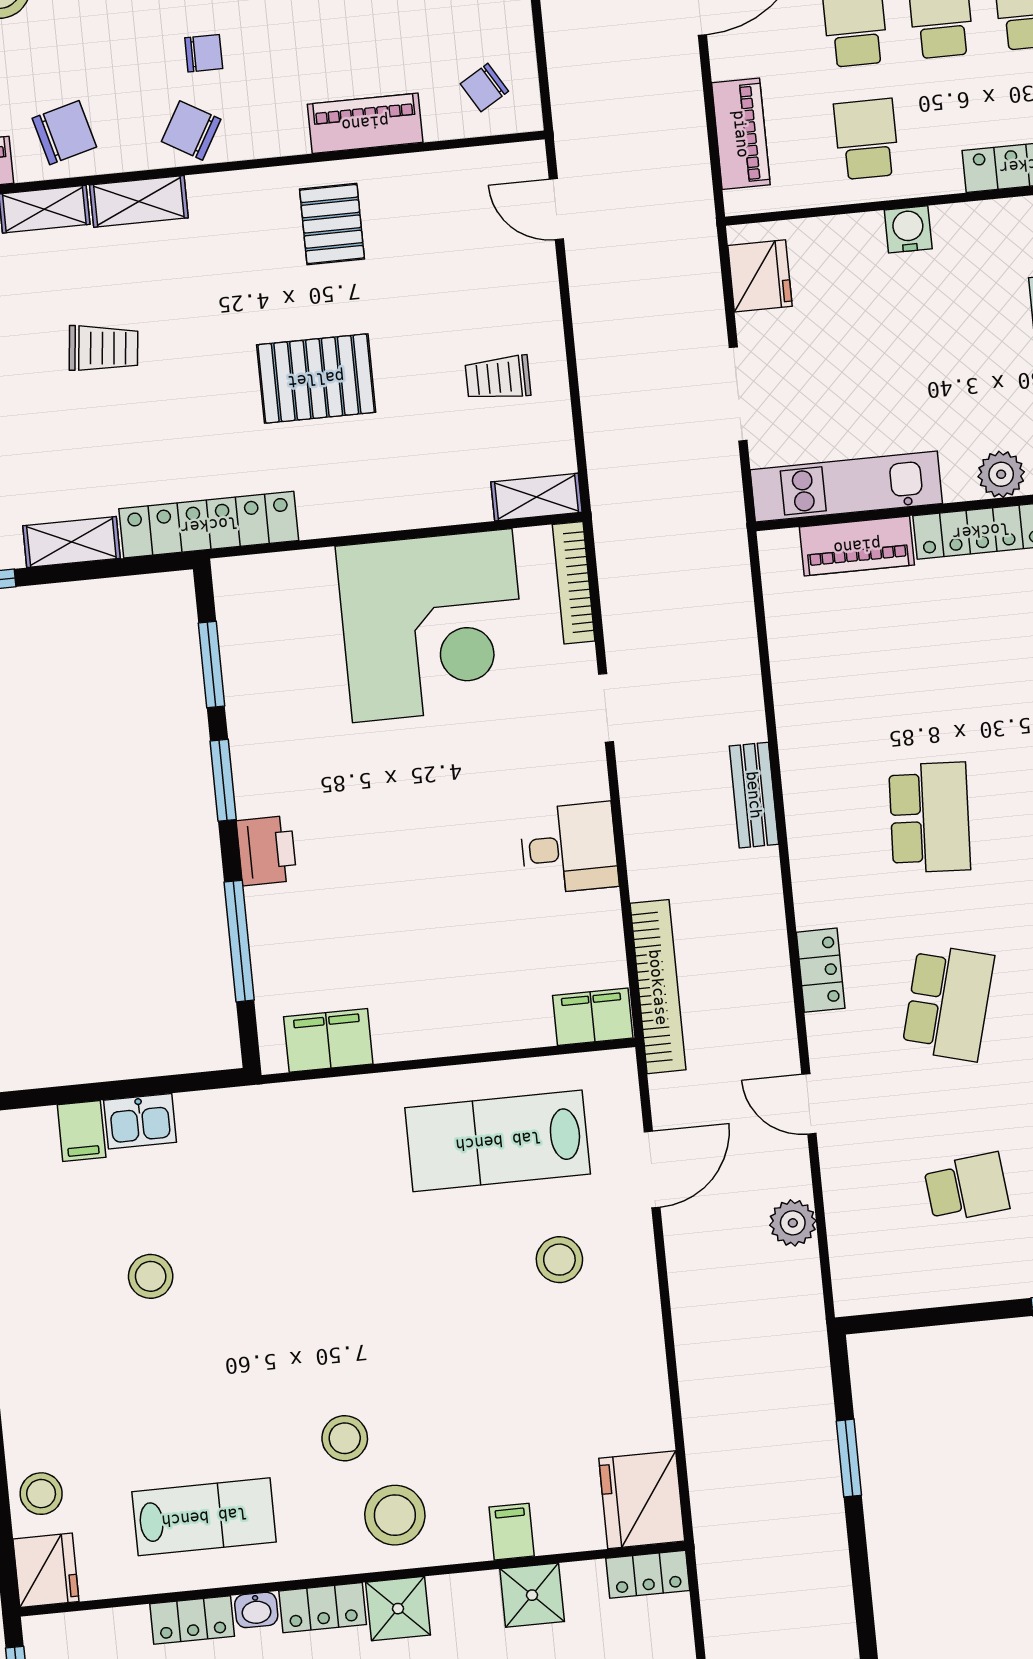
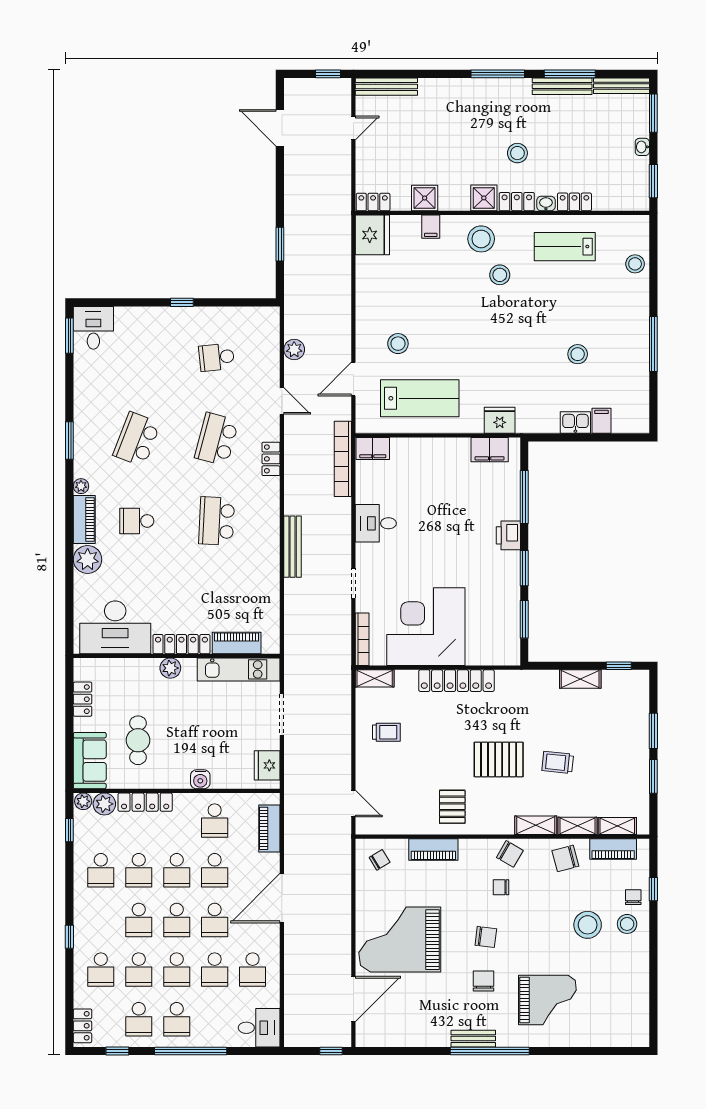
pallet: (316, 379) -> (499, 759), moved
locker: (209, 525) -> (456, 681), moved
bench: (754, 795) -> (293, 547), width x1.36
fridge: (46, 1570) -> (500, 420), moved, turned 90

